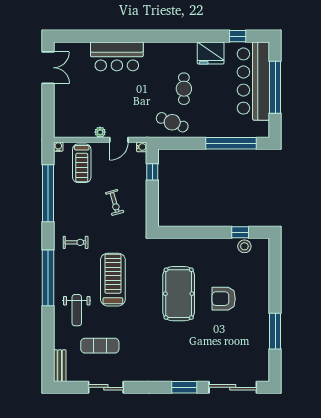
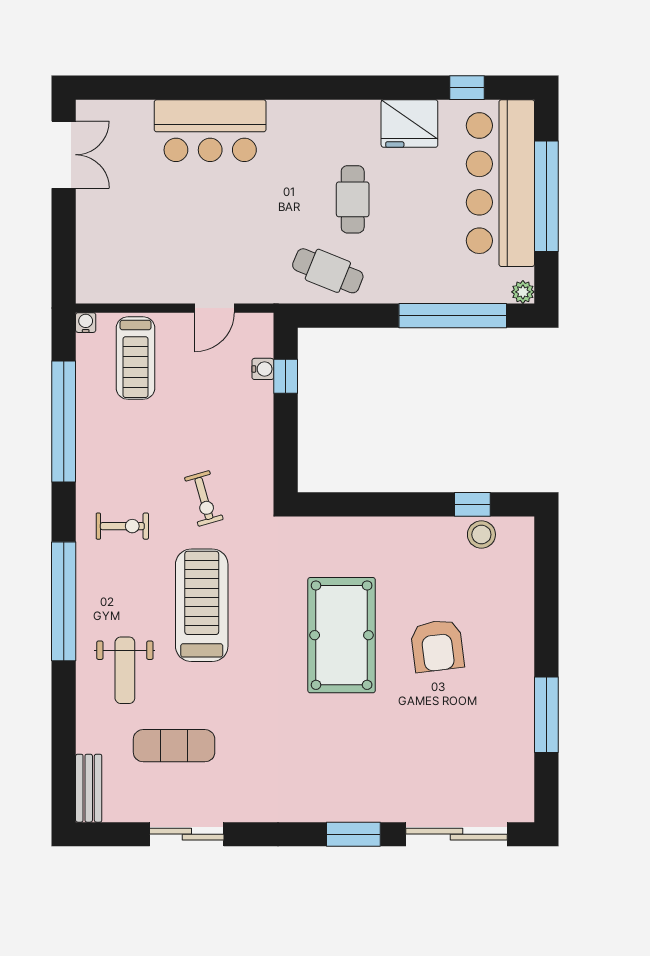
plant: (100, 132) -> (523, 292), moved
water cooler: (142, 147) -> (263, 369), moved
exercise bike: (115, 202) -> (204, 499), moved
armchair: (224, 299) -> (437, 646), turned -97

